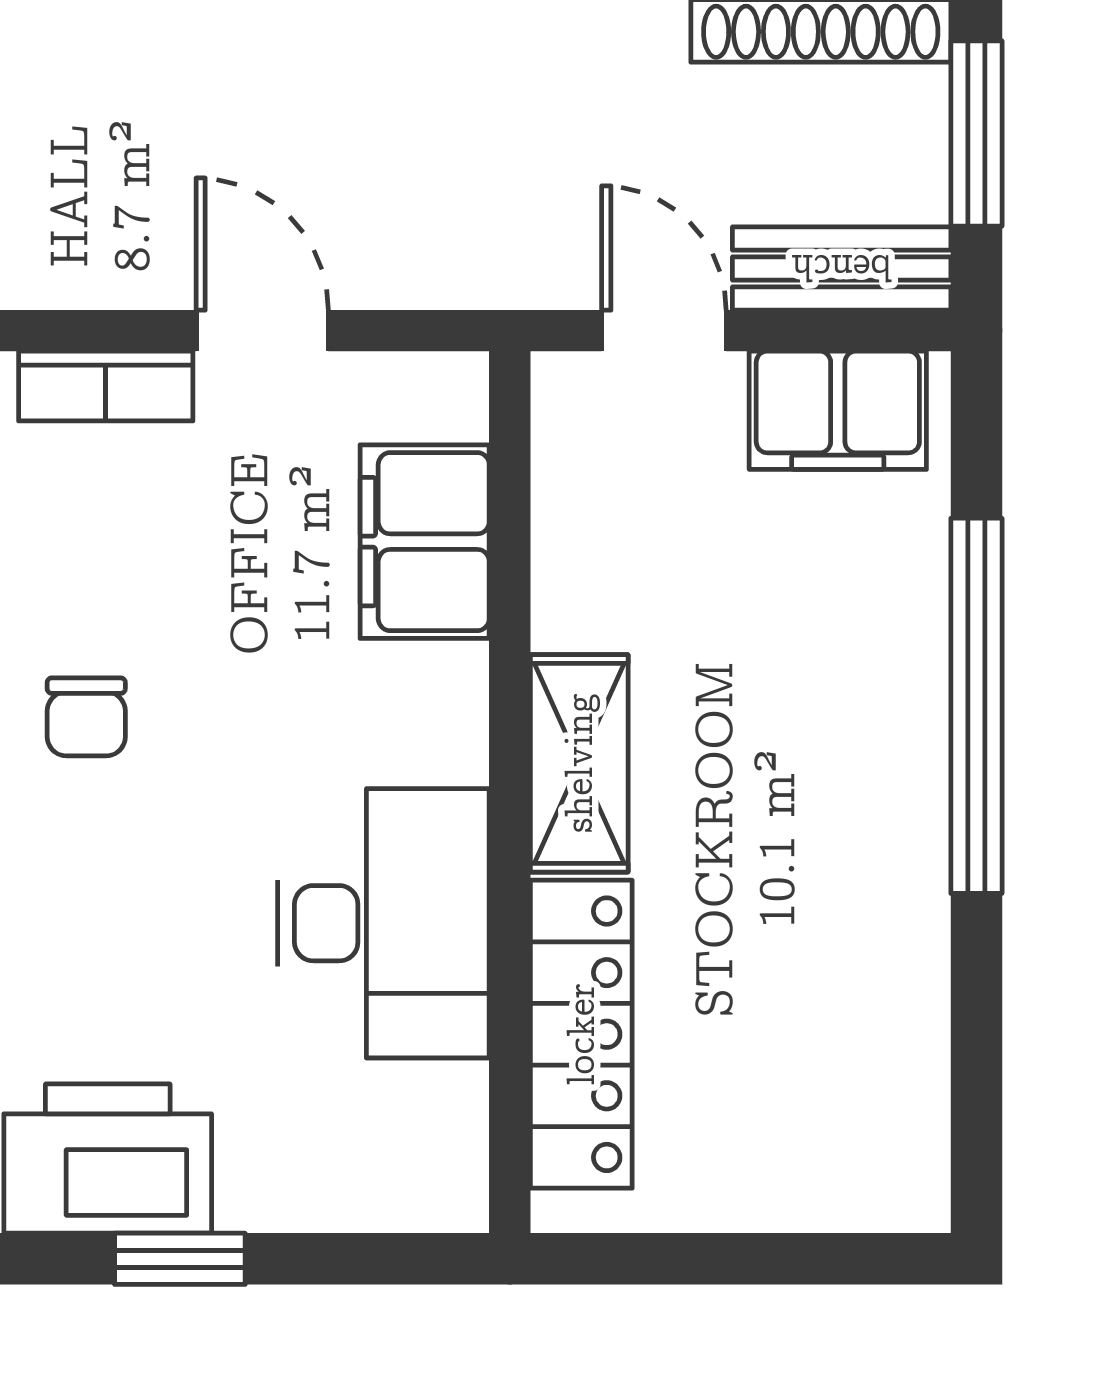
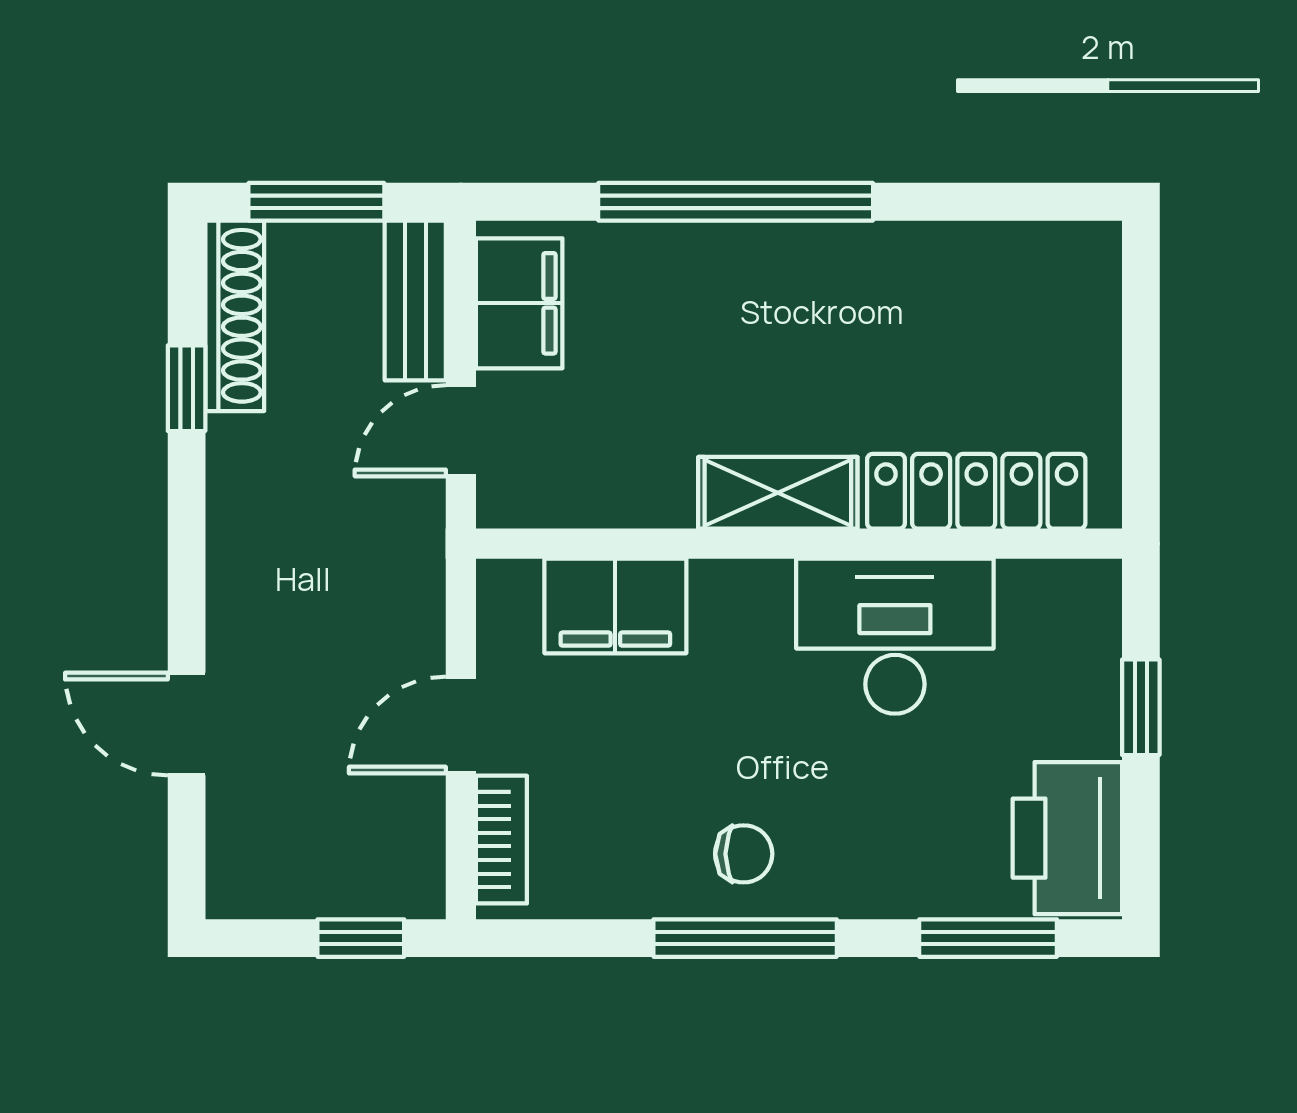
window: (180, 1259) -> (1141, 707), moved

